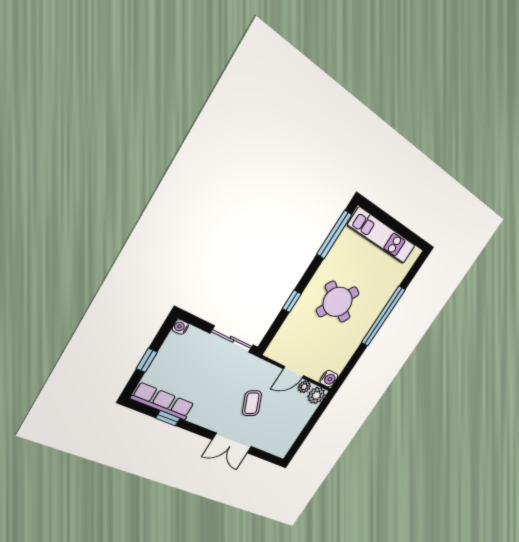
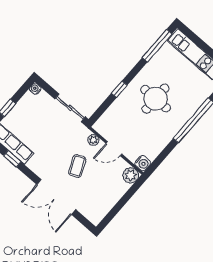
round table: (338, 302) -> (156, 99), turned -31
plant: (304, 387) -> (93, 140), moved
double door: (232, 443) -> (56, 197), width x1.37

